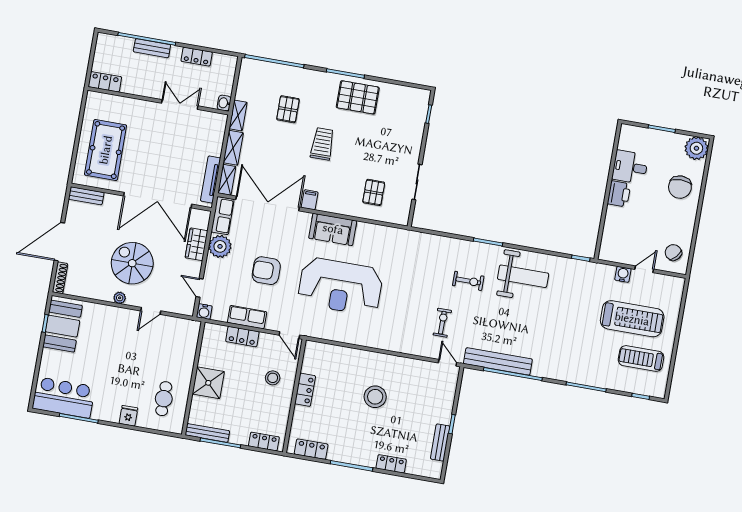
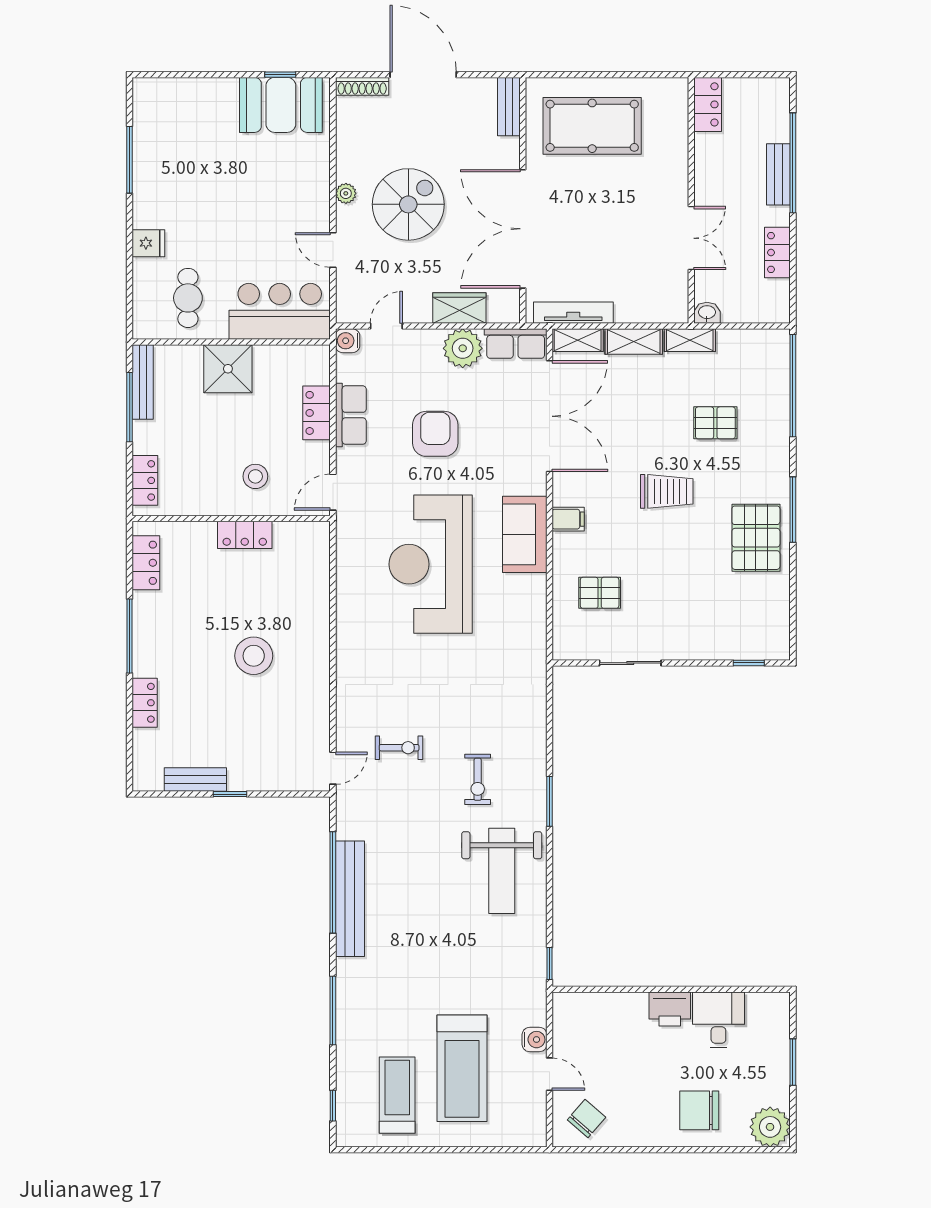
filing cabinet: (310, 200) -> (568, 519), moved
bench: (498, 361) -> (350, 899), moved
bar counter: (64, 397) -> (280, 311), moved, turned -90
cafe table: (164, 399) -> (188, 298), turned 90

